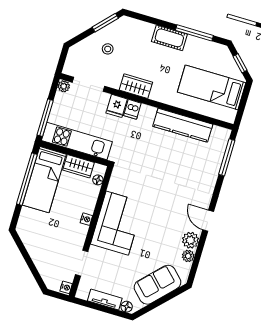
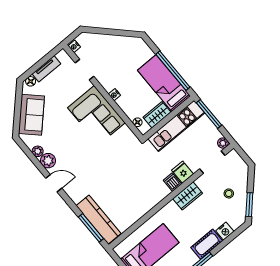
nightstand: (146, 29) -> (225, 231), added
kitchen counter: (183, 125) -> (98, 220), moved, turned 90

